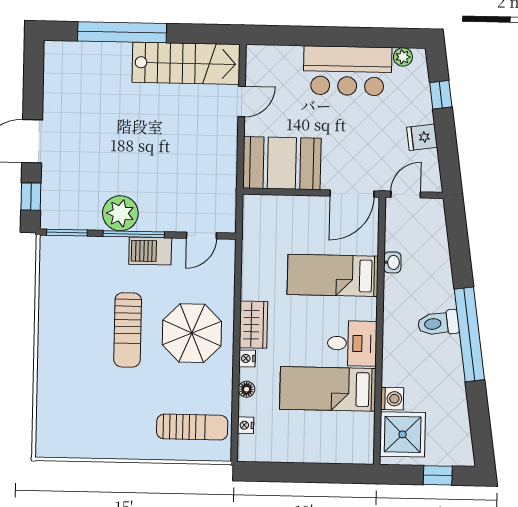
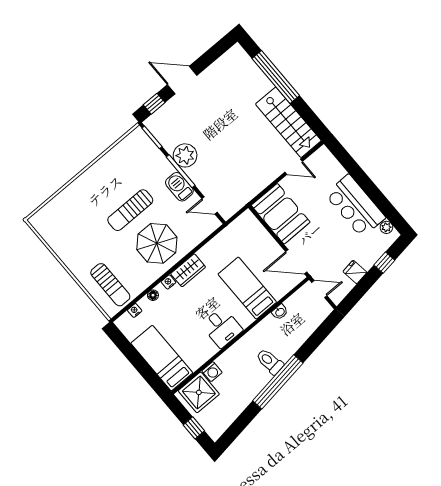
bed: (328, 389) -> (162, 358), moved

